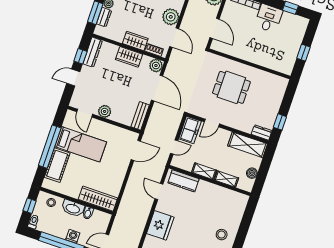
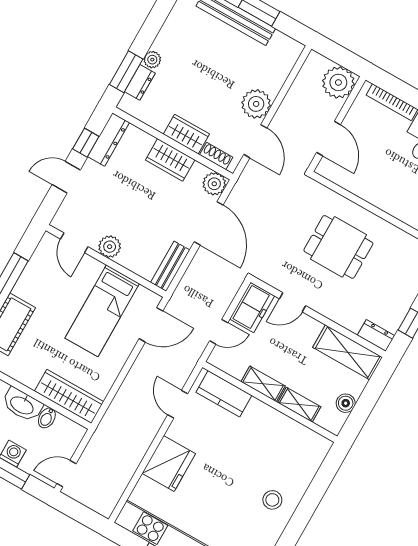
bed: (81, 144) -> (102, 311), moved, turned 90

